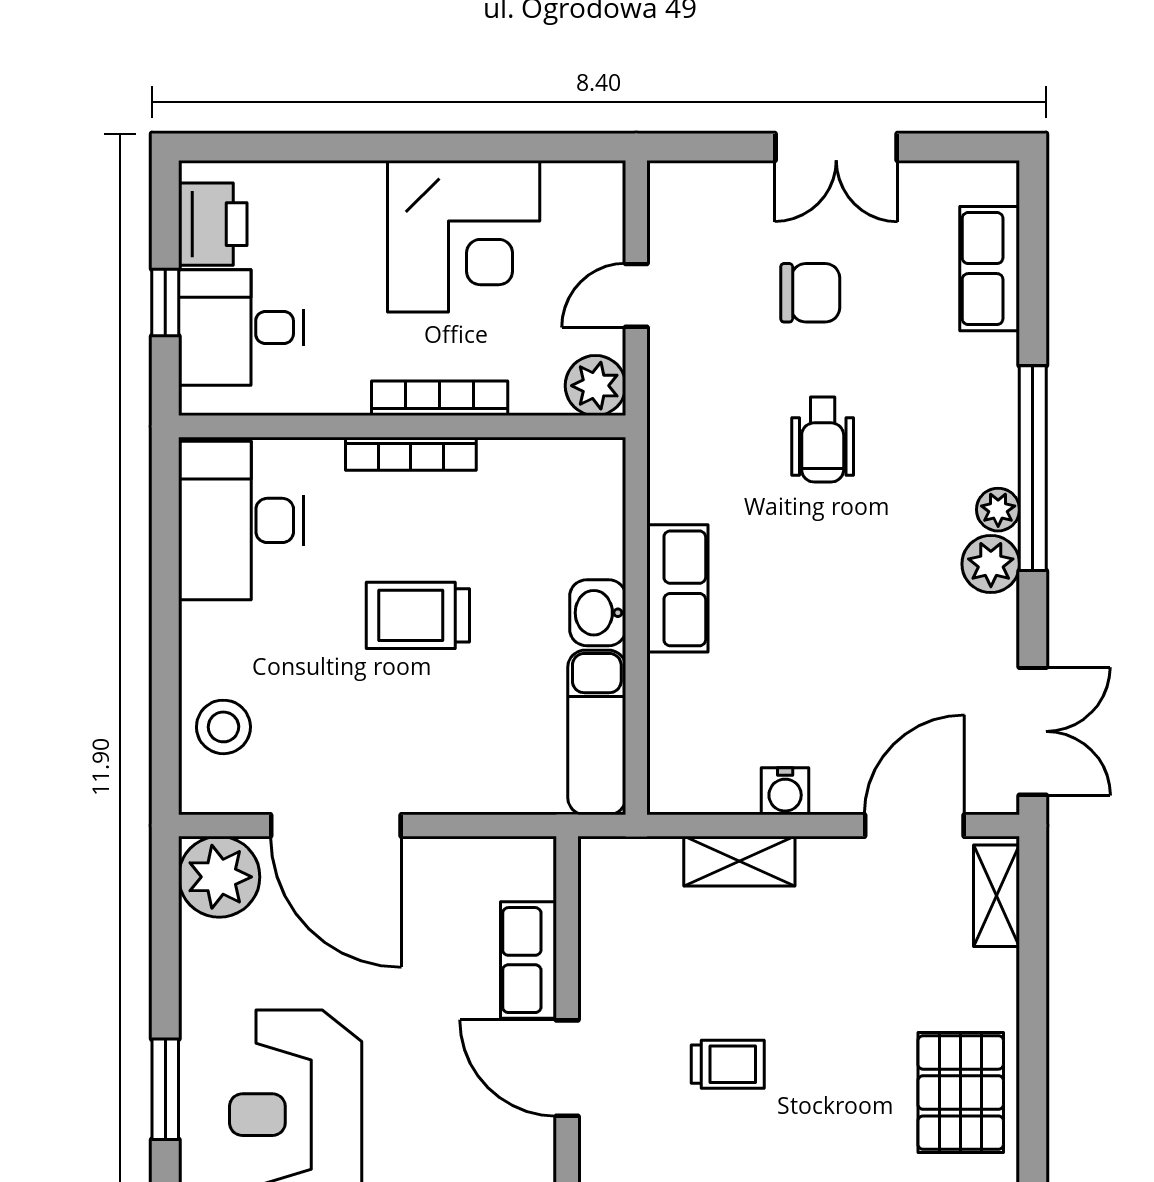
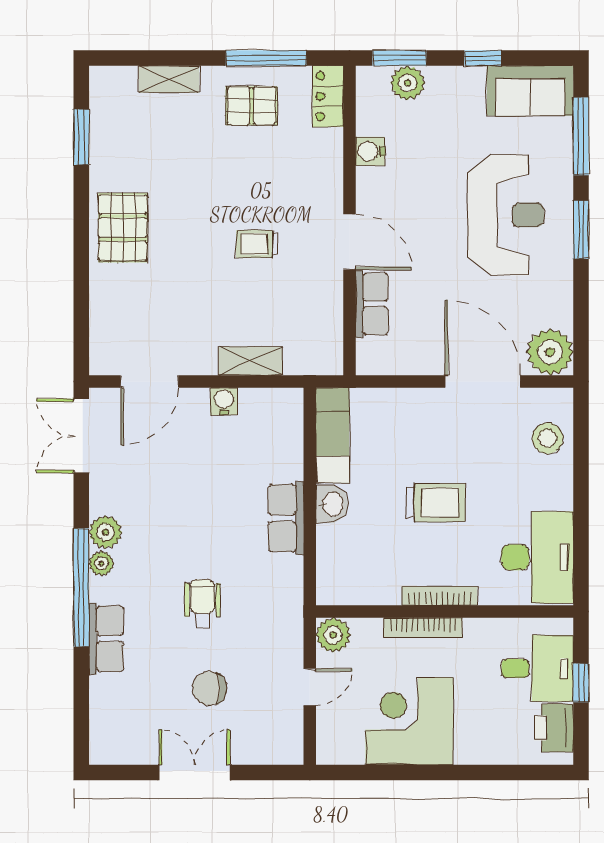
row of seats: (990, 269) -> (106, 639), moved
shelving: (997, 896) -> (102, 341), removed

